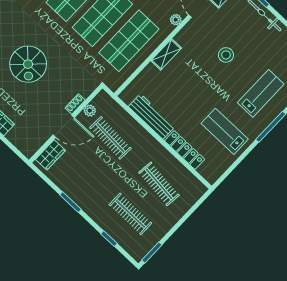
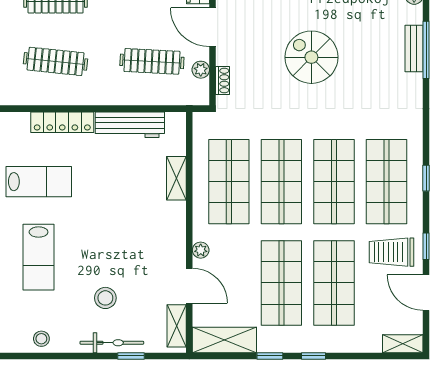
shelving: (166, 54) -> (176, 178), moved
stool: (226, 55) -> (105, 298), moved
shoe rack: (75, 104) -> (223, 81), moved
door: (64, 126) -> (213, 27), hinge flipped

